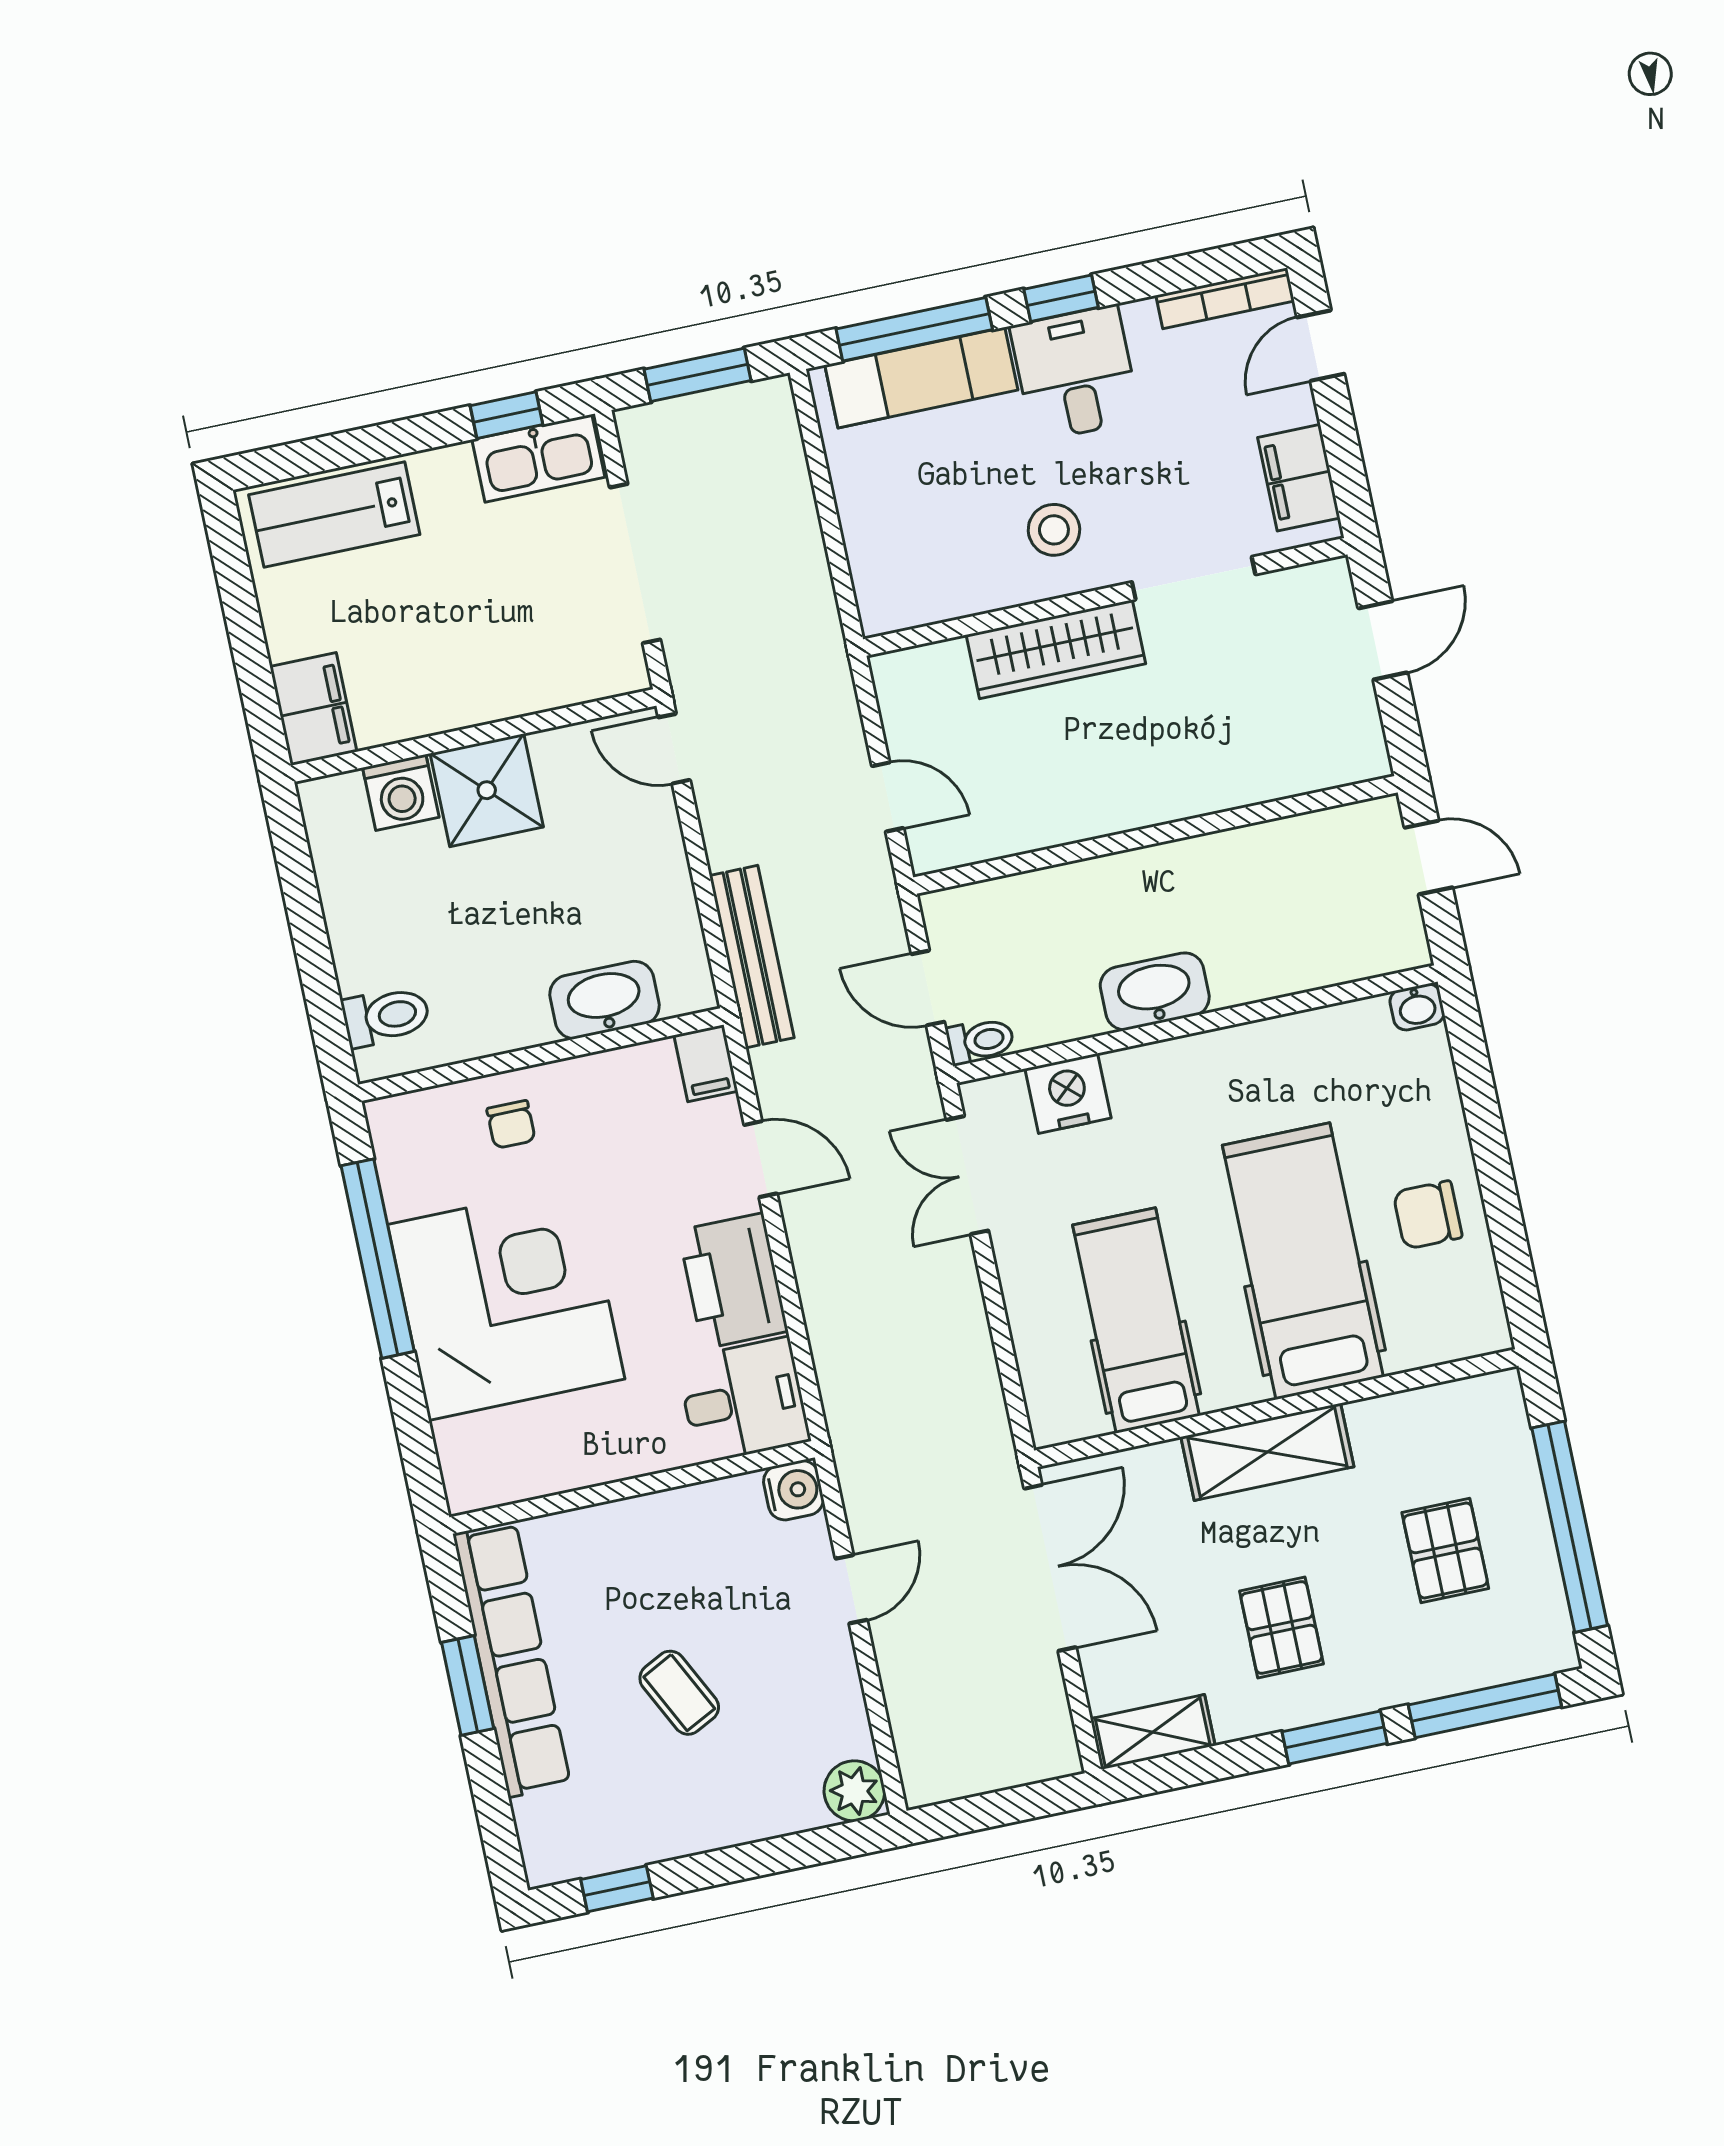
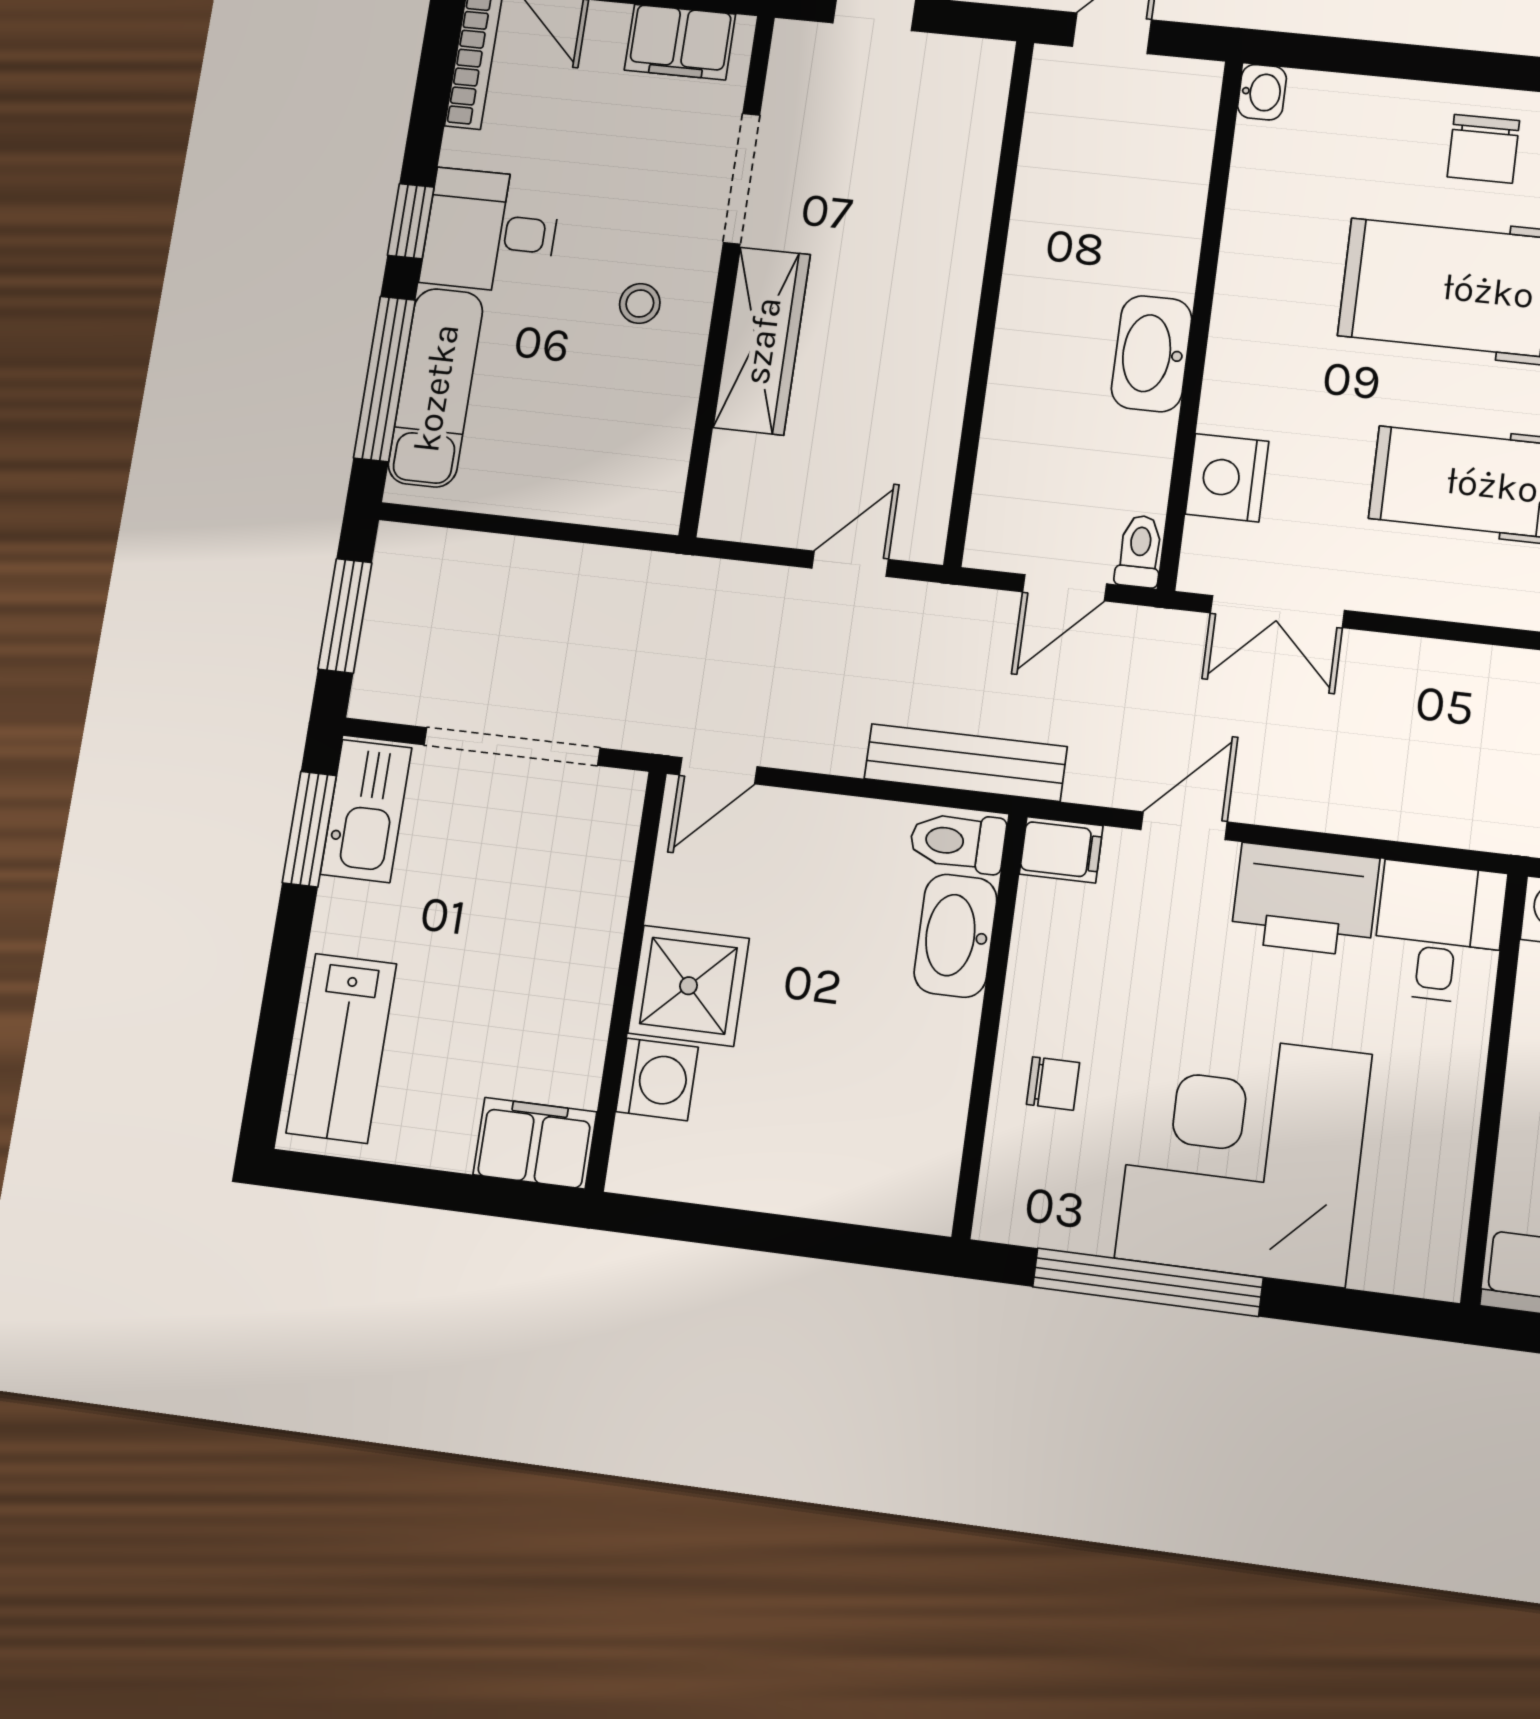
window: (507, 415) -> (309, 829), width x1.50
stool: (1054, 530) -> (640, 303), width x0.73, depth x0.73
toilet: (386, 1016) -> (958, 842), moved, turned -90

